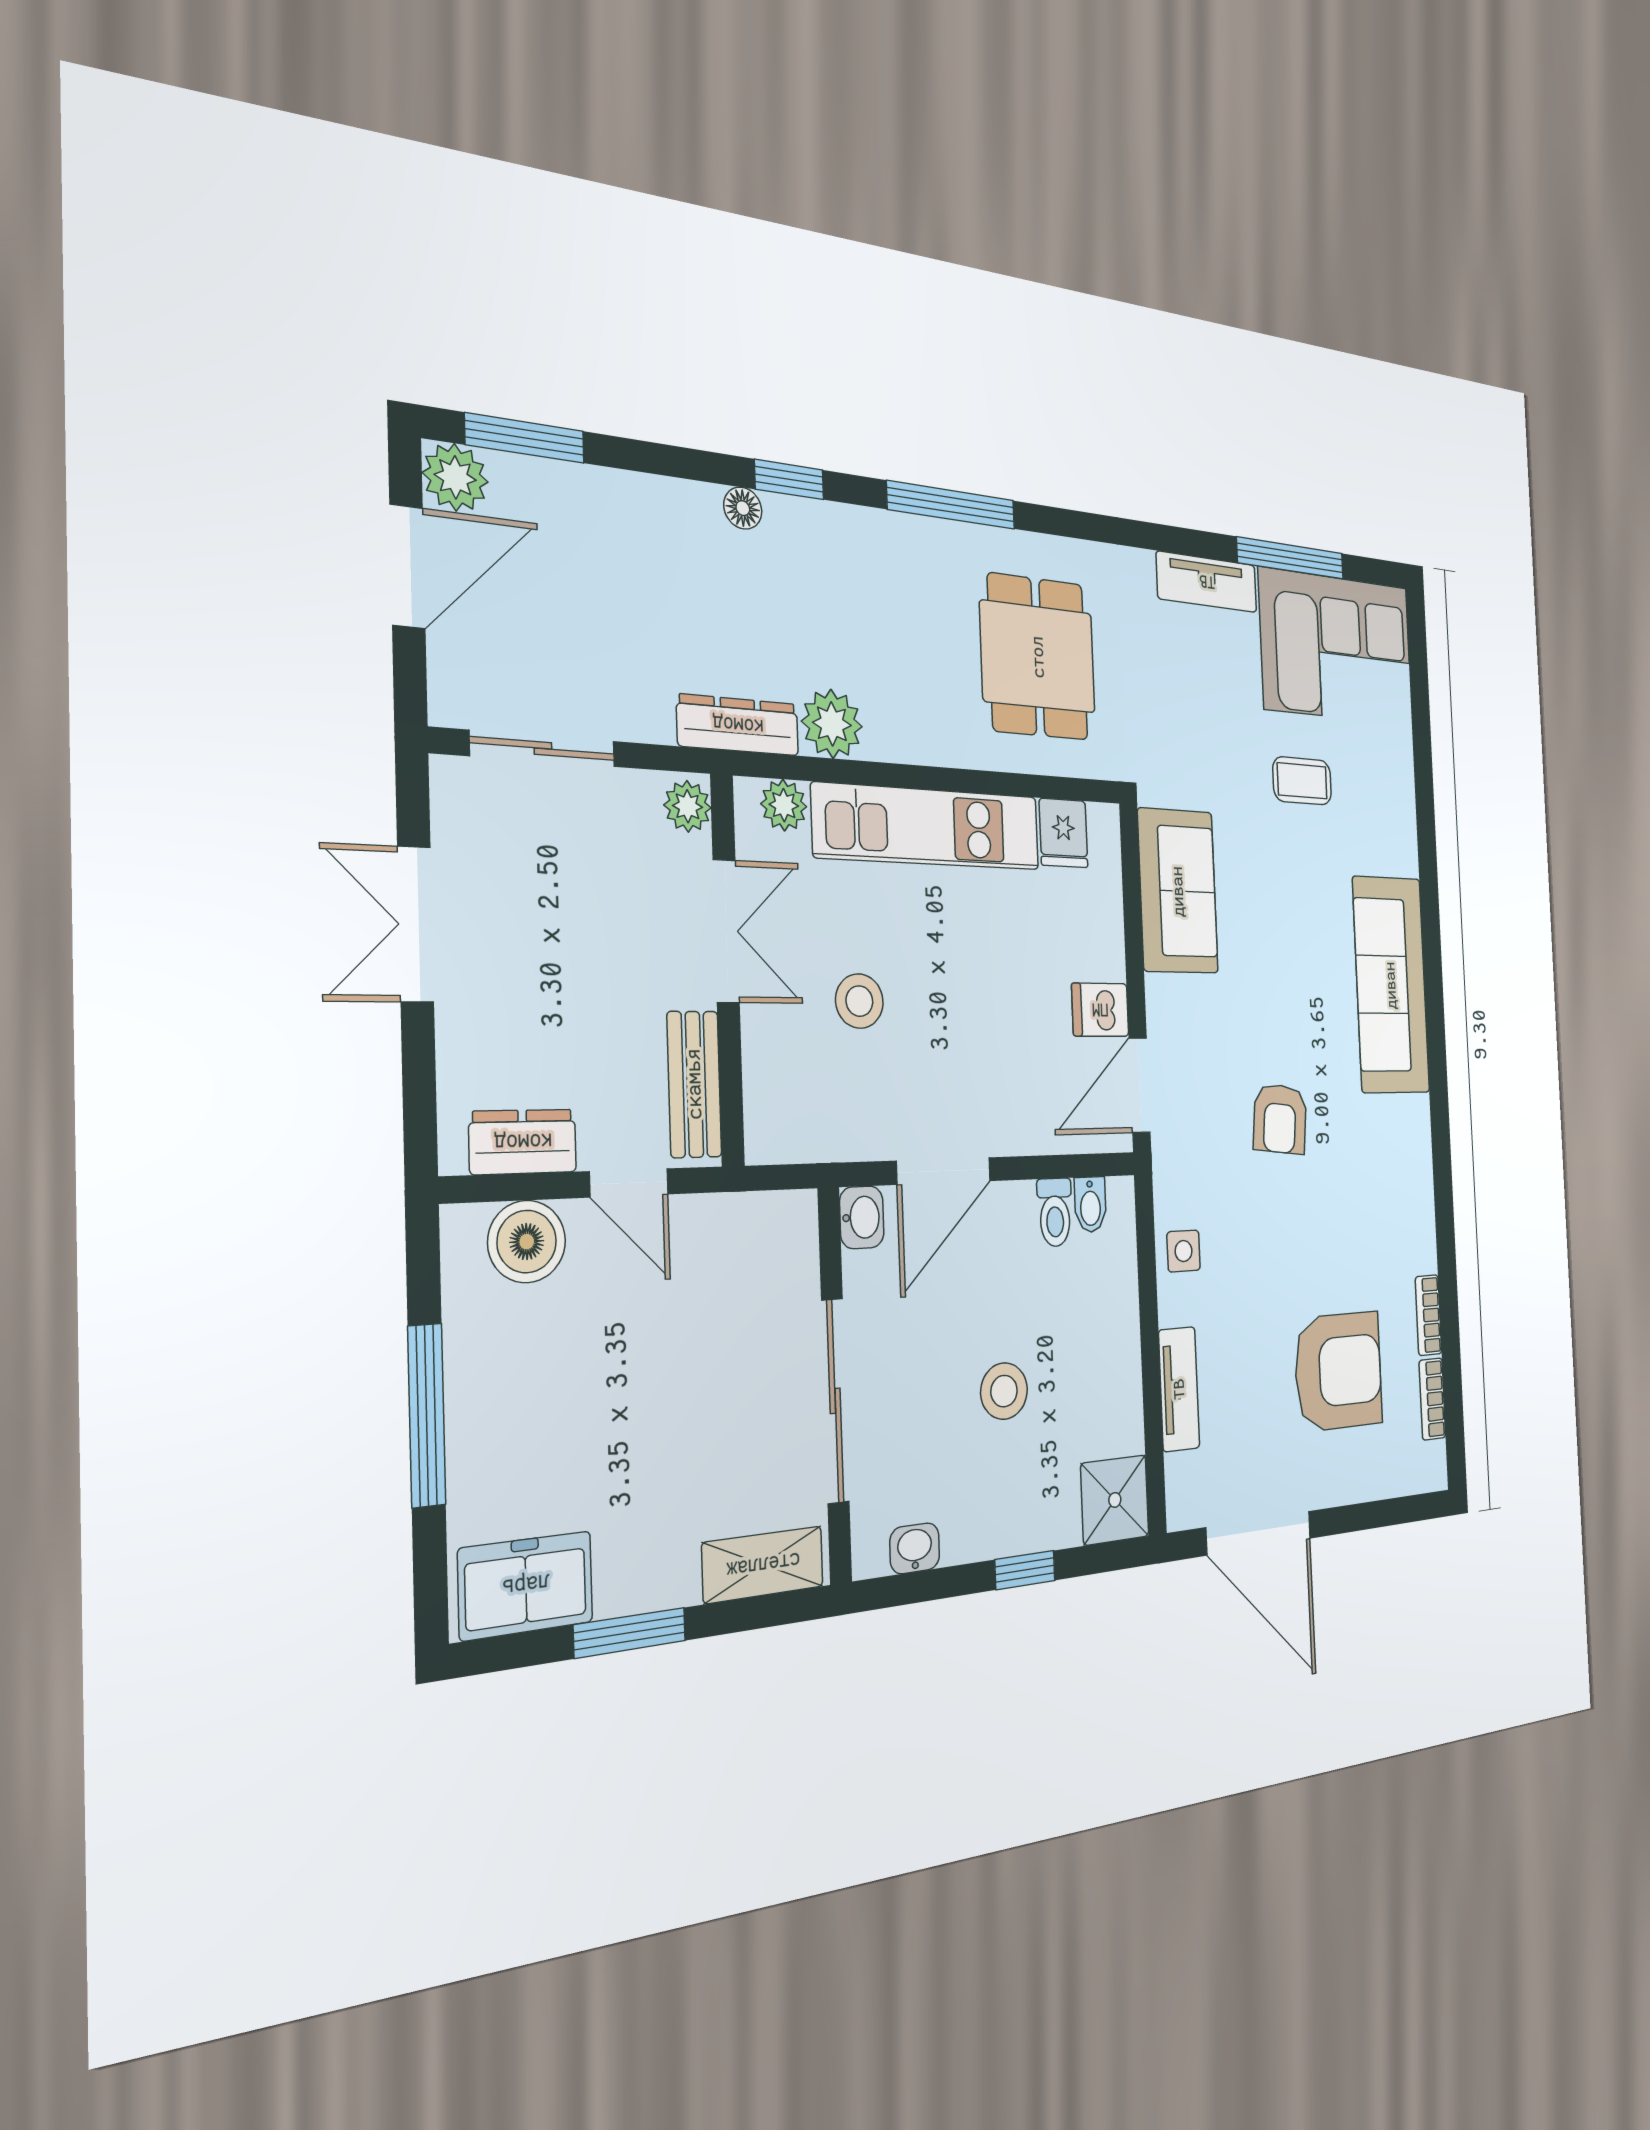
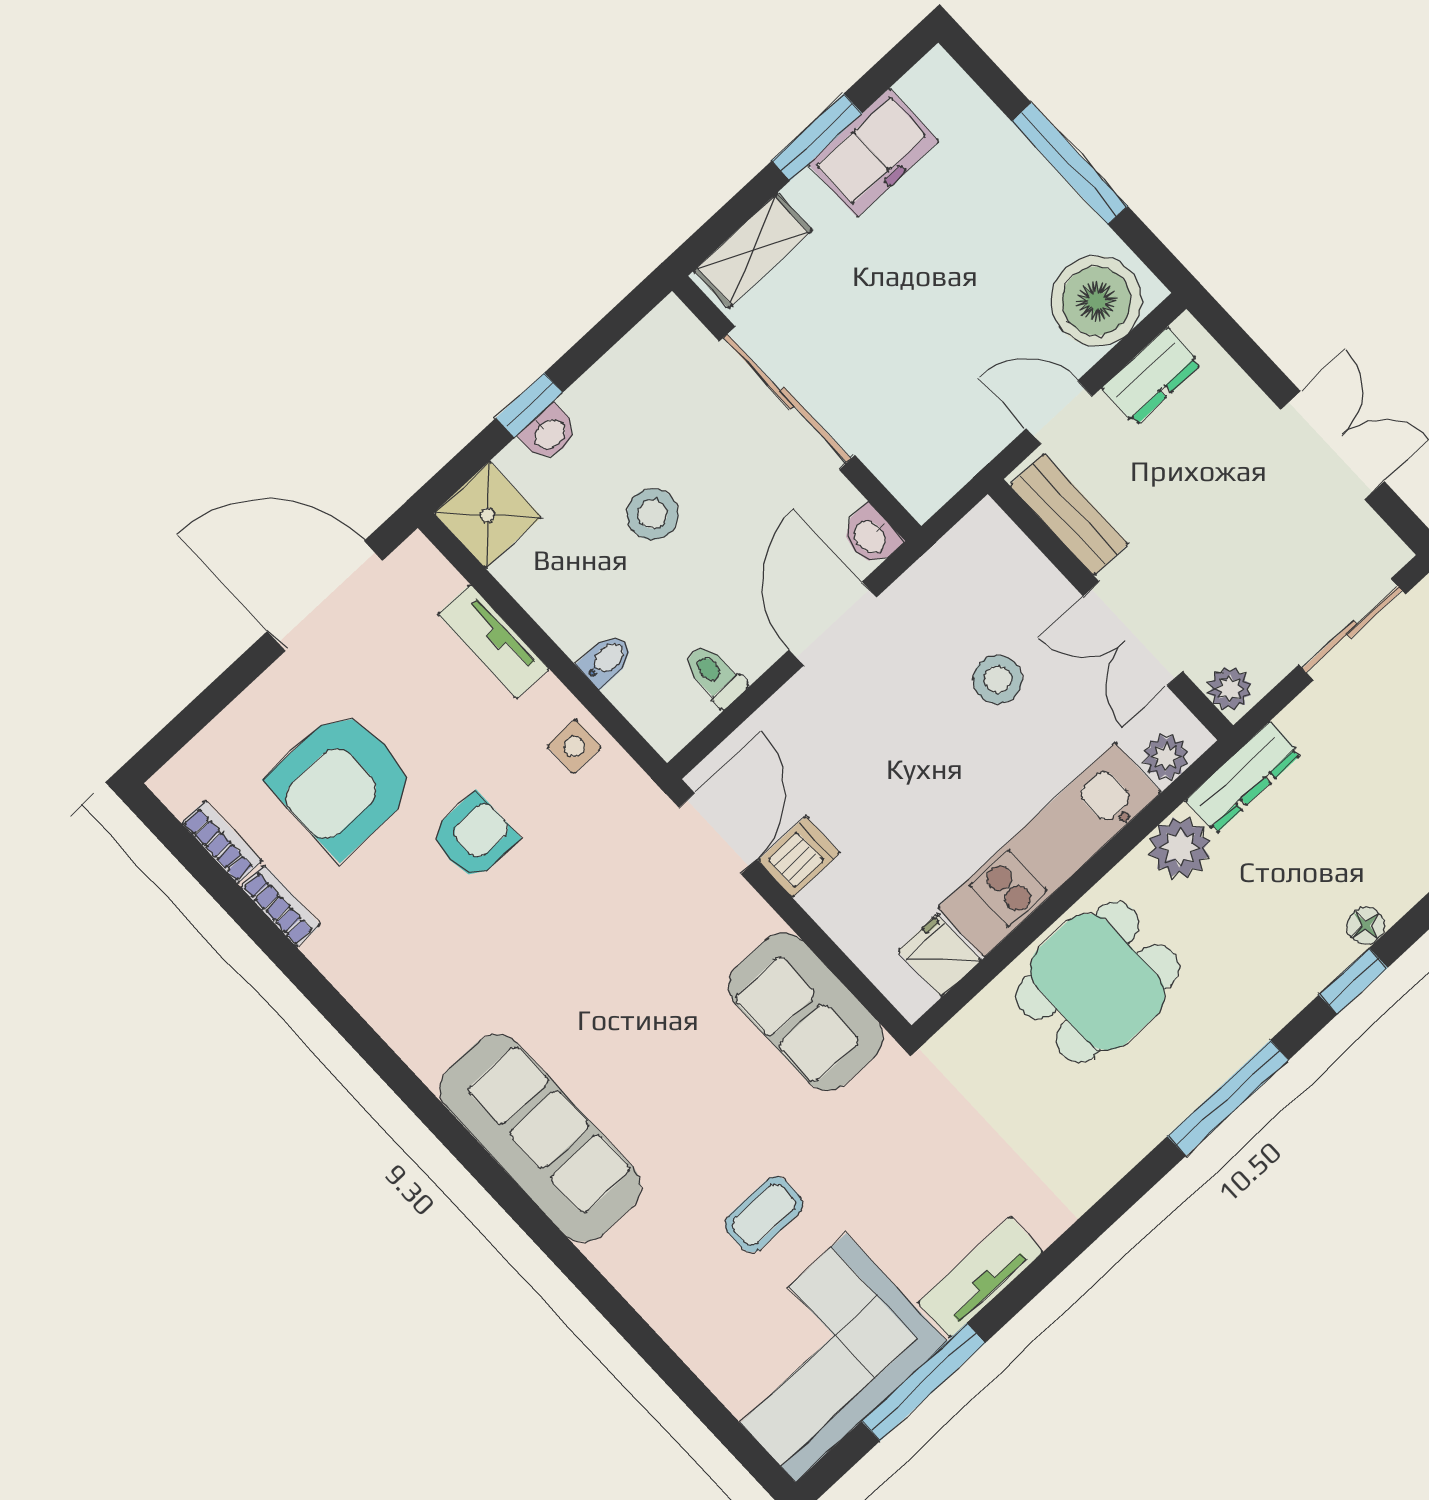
dining table: (1038, 657) -> (1098, 982), moved, turned 90
armchair: (1280, 1119) -> (474, 837), moved, turned 84
bidet: (1090, 1204) -> (606, 660), moved, turned 90
boiler: (527, 1242) -> (1096, 301), width x1.37, depth x1.37
washbasin: (915, 1548) -> (549, 433), moved
freezer: (526, 1585) -> (873, 153), moved

